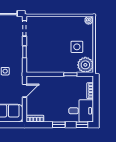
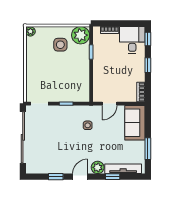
door: (25, 91) -> (110, 104), swing flipped

